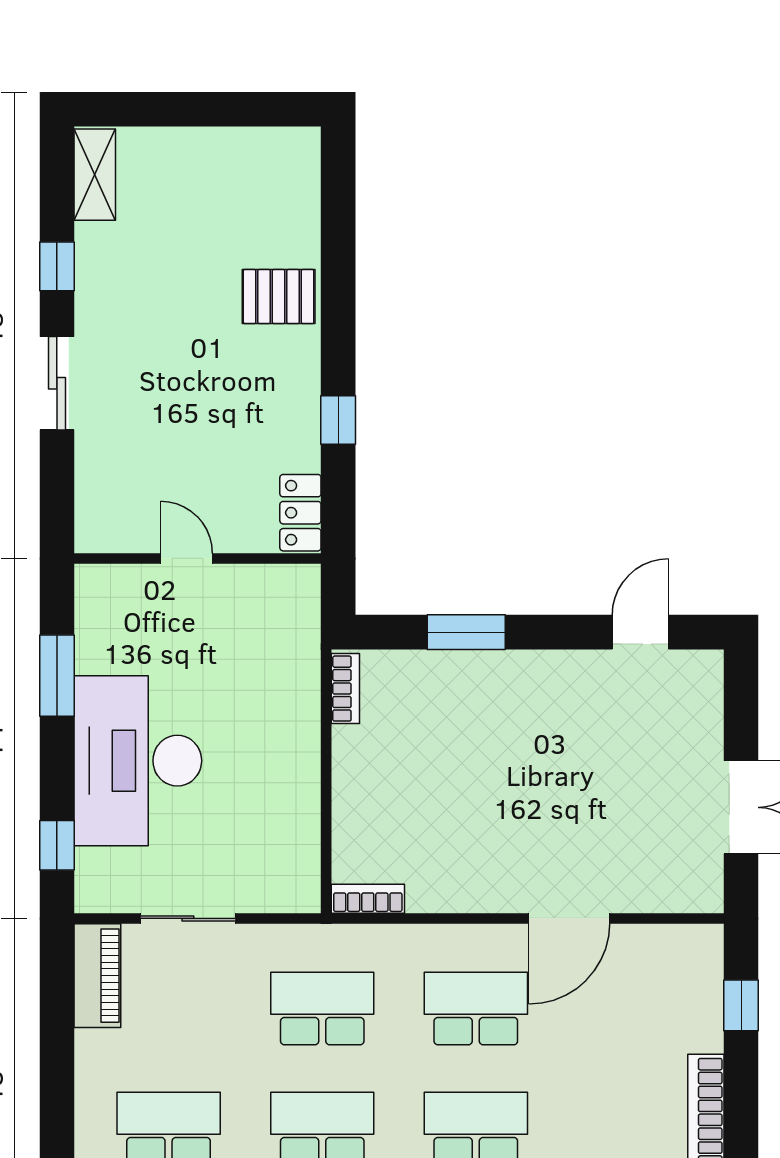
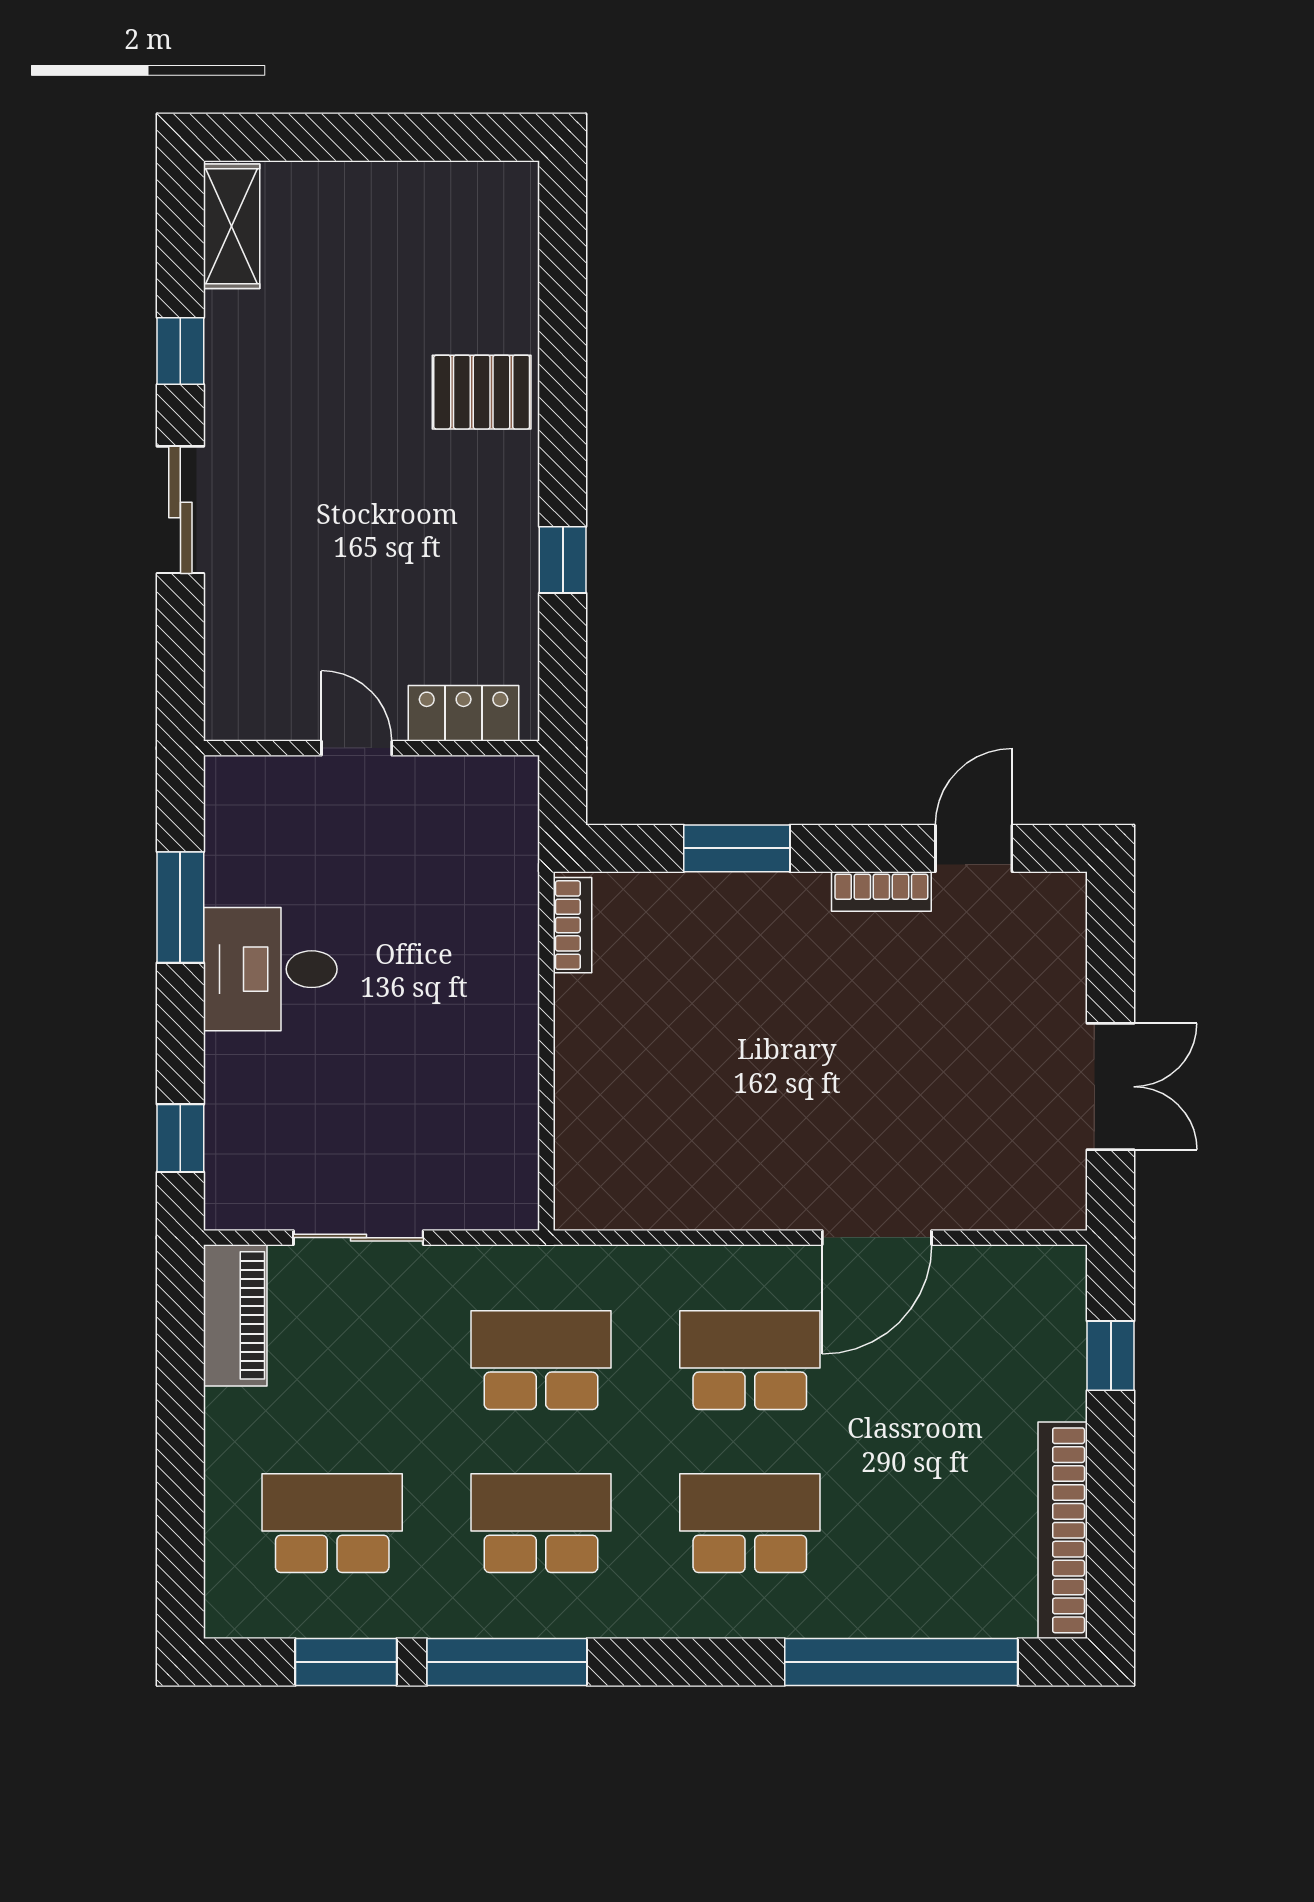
locker: (300, 513) -> (464, 713), moved, turned 90
desk: (138, 761) -> (270, 969), width x0.53, depth x0.77
bookcase: (368, 899) -> (881, 892), moved, turned 180

